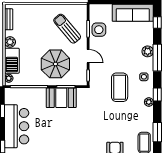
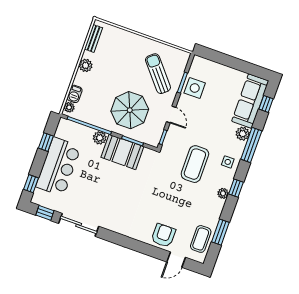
sofa: (133, 13) -> (250, 101), moved, turned 90
barbecue: (12, 61) -> (75, 94), width x0.53, depth x0.65
plant: (40, 93) -> (100, 138), added

